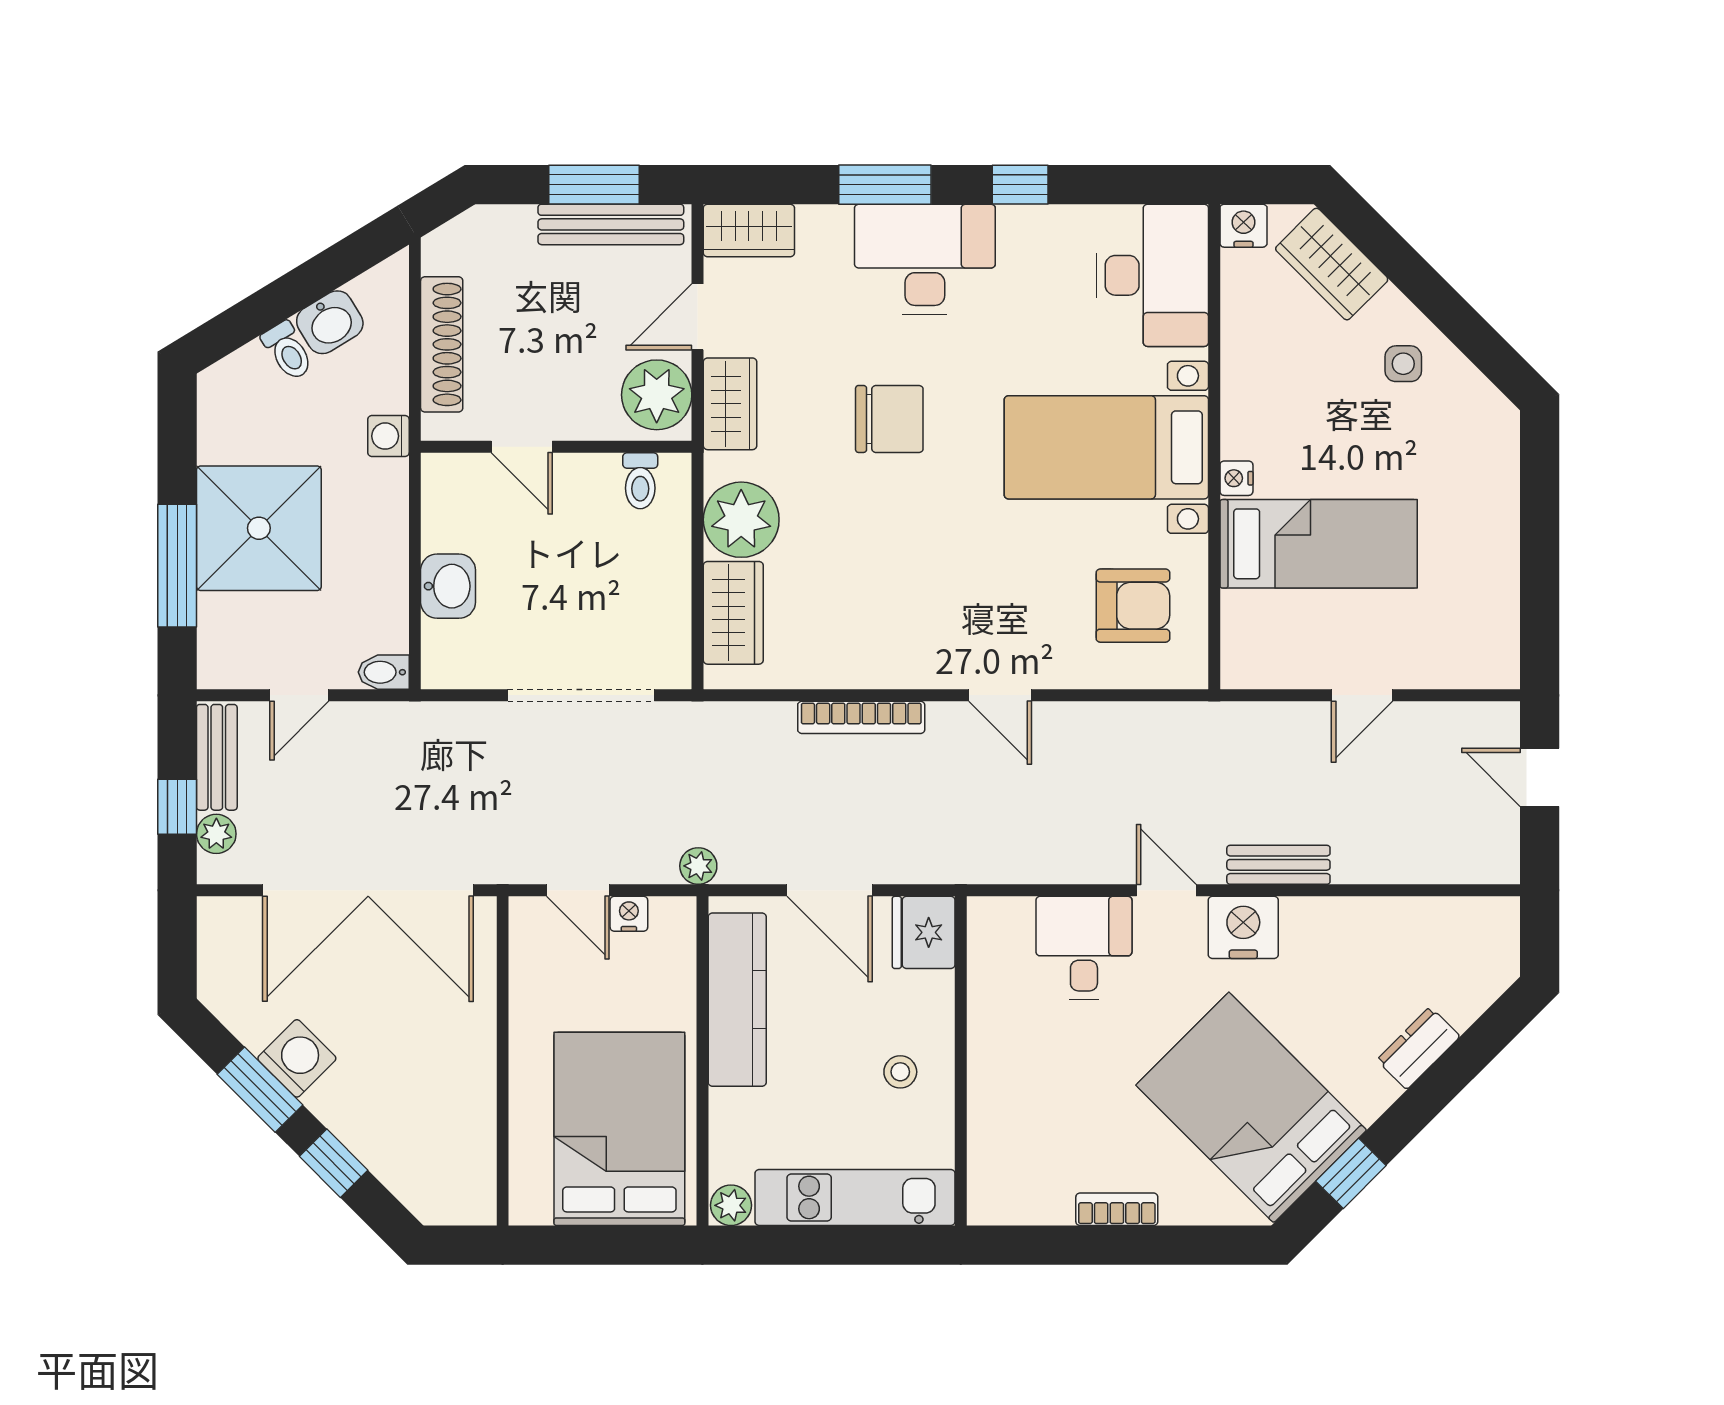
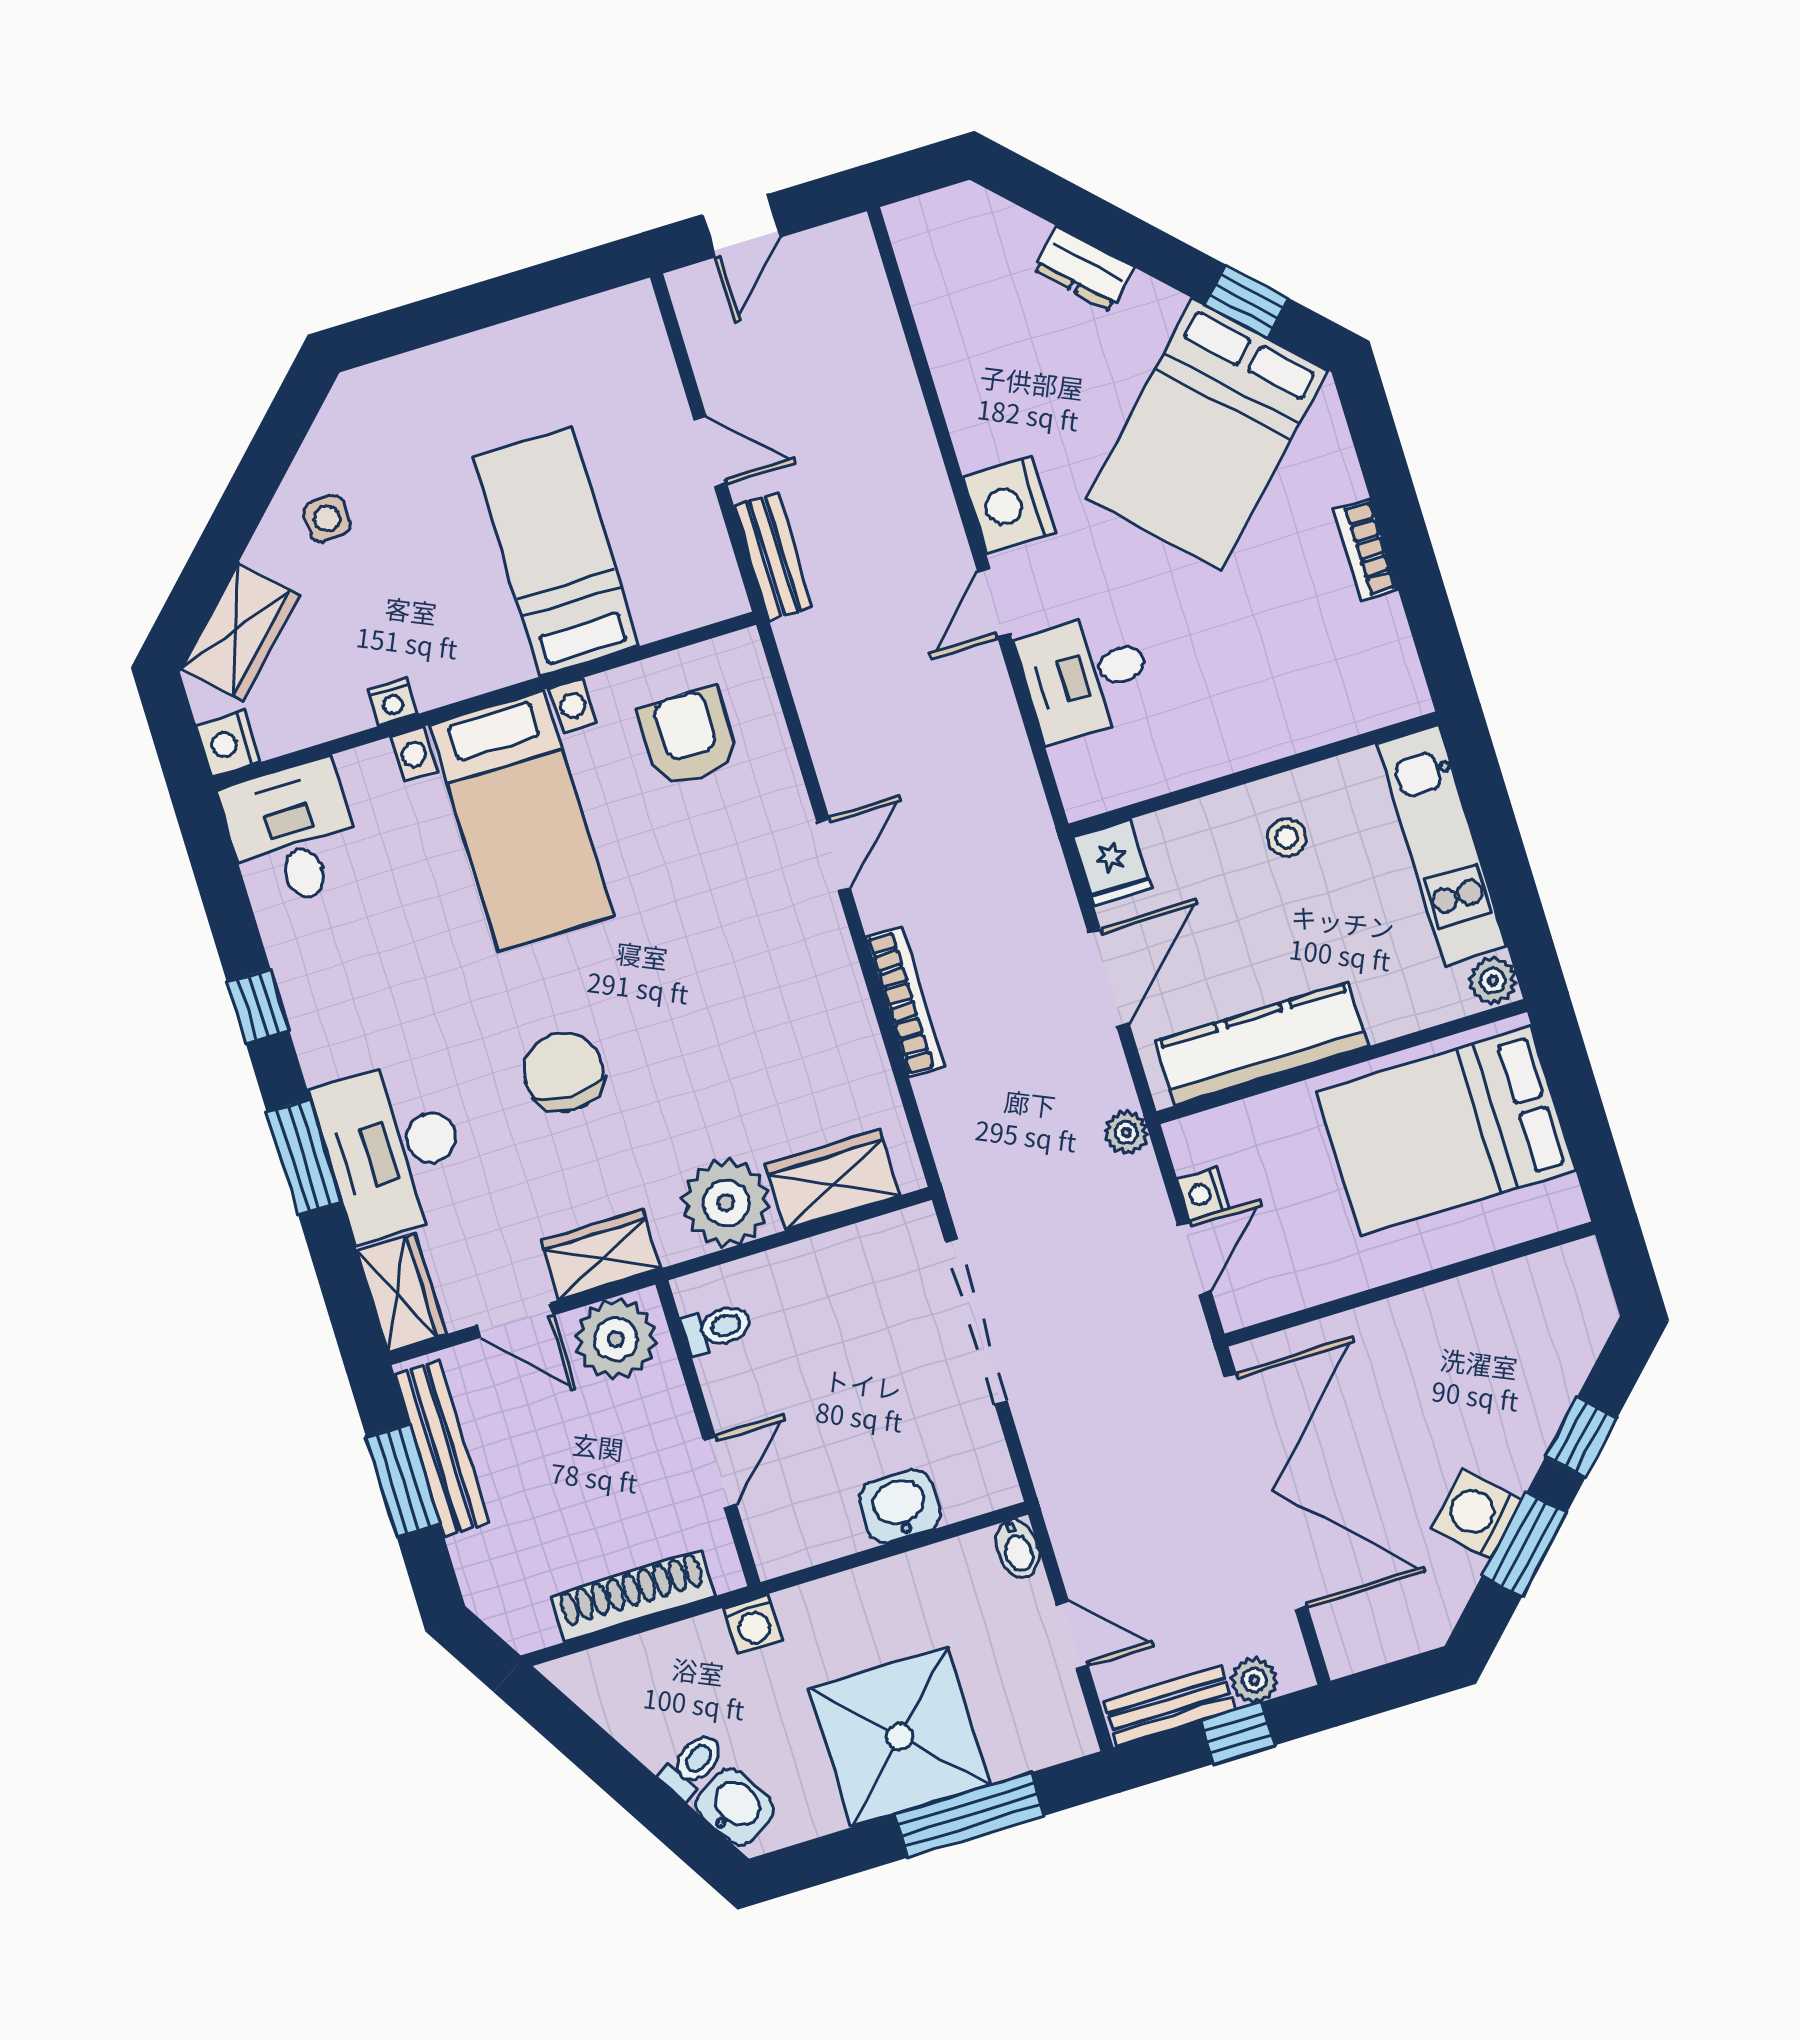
desk: (925, 259) -> (393, 1149), moved
desk: (1152, 275) -> (293, 835), width x0.73
washbasin: (330, 322) -> (735, 1807), moved
nightstand: (1236, 478) -> (392, 702), moved
bench: (1278, 865) -> (773, 556), moved
fridge: (924, 932) -> (1112, 862), width x0.72

